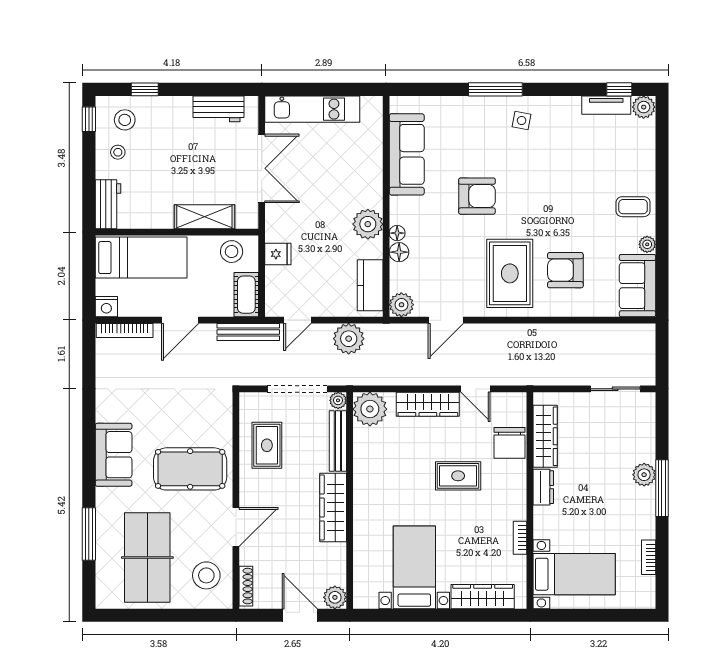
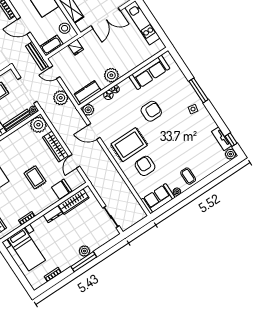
armchair: (477, 196) -> (151, 111), turned -90

